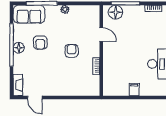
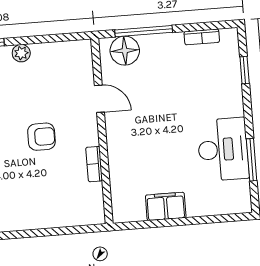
armchair: (72, 51) -> (41, 137), turned 90
filing cabinet: (134, 90) -> (166, 206), width x2.00

